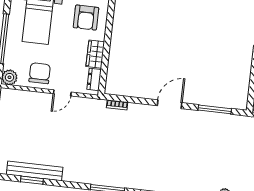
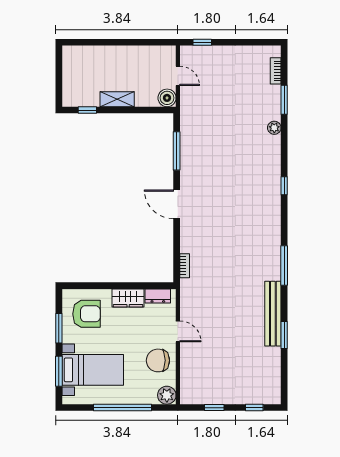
bench: (35, 171) -> (273, 314), moved
window: (32, 180) -> (284, 335), moved

